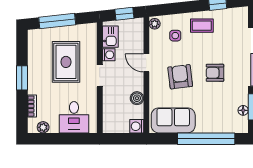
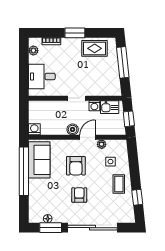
plant: (155, 24) -> (102, 144), moved
rug: (66, 62) -> (95, 48), moved, width x0.73, depth x0.70
armchair: (180, 77) -> (76, 166), turned 97
boiler: (137, 98) -> (73, 129), moved
window: (206, 139) -> (24, 171), moved

